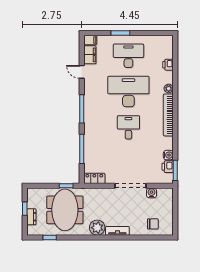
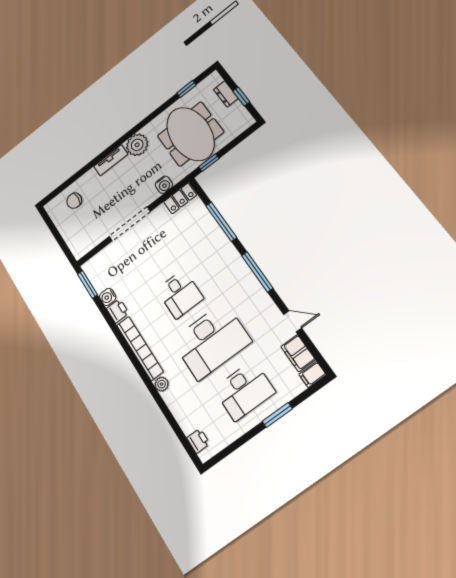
printer: (168, 65) -> (198, 441), moved
printer: (168, 167) -> (118, 311), moved
water cooler: (152, 193) -> (164, 185), moved

